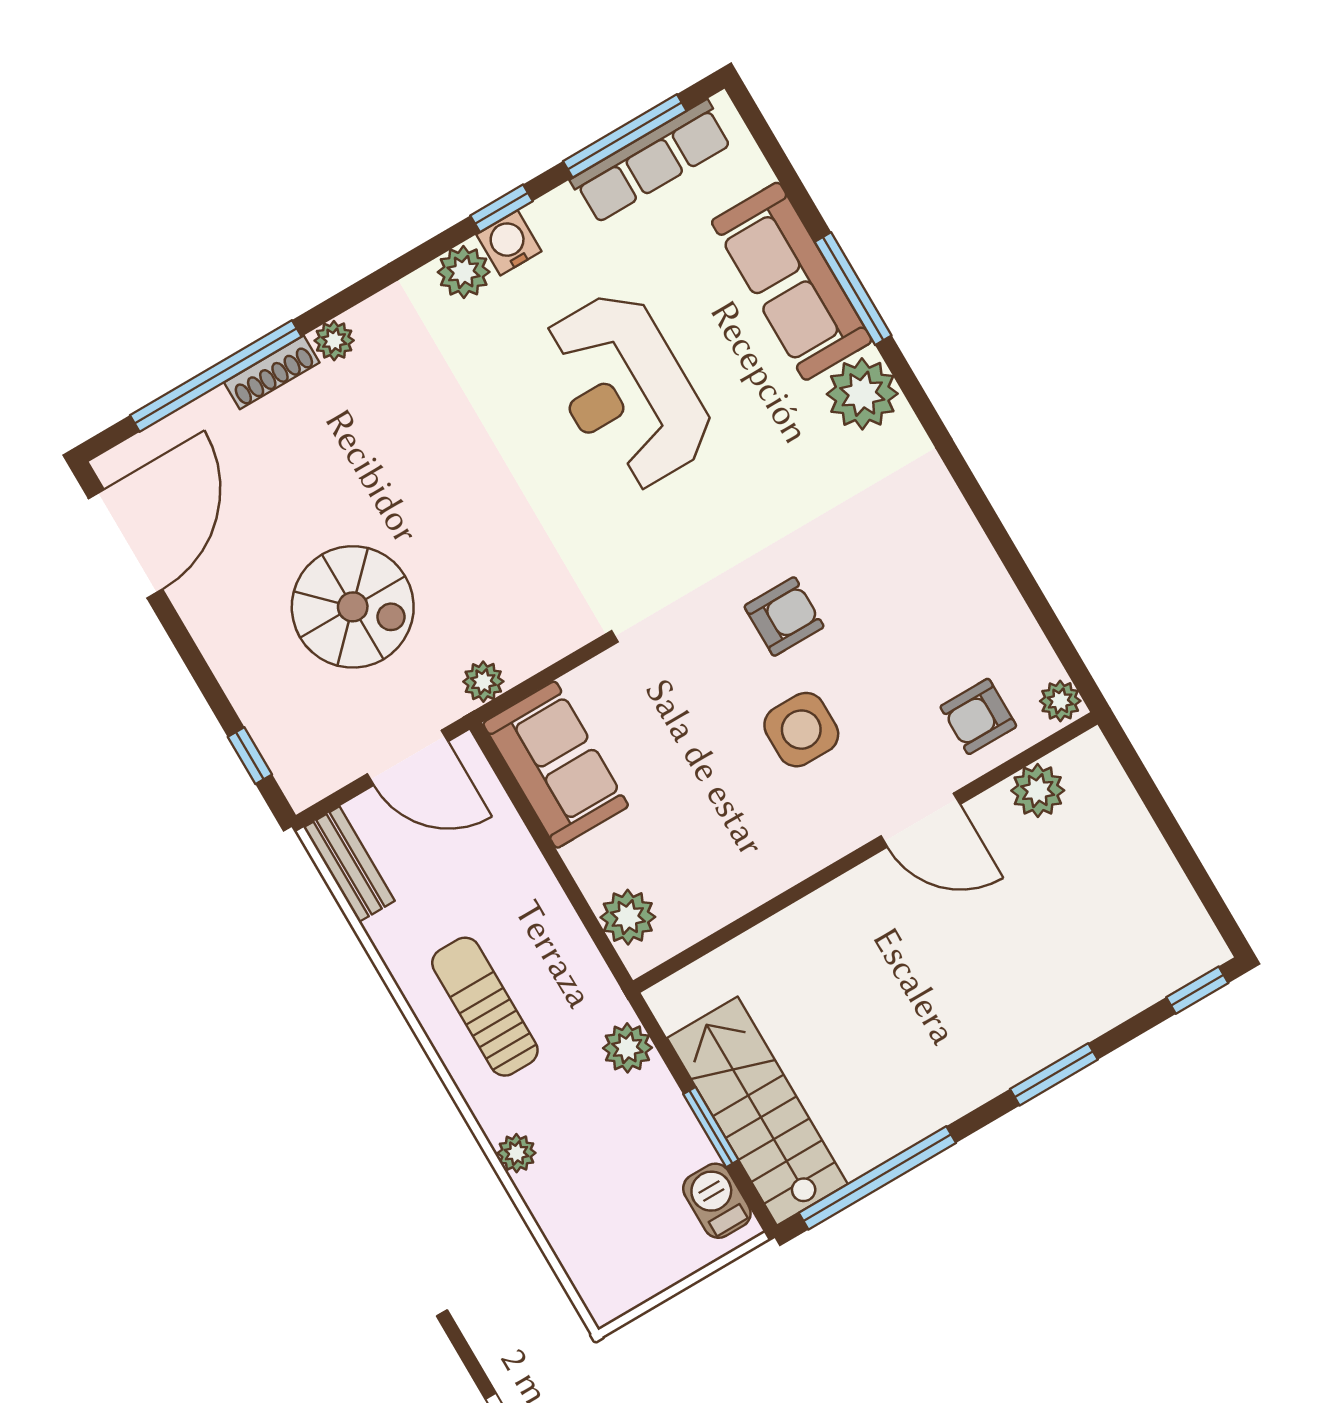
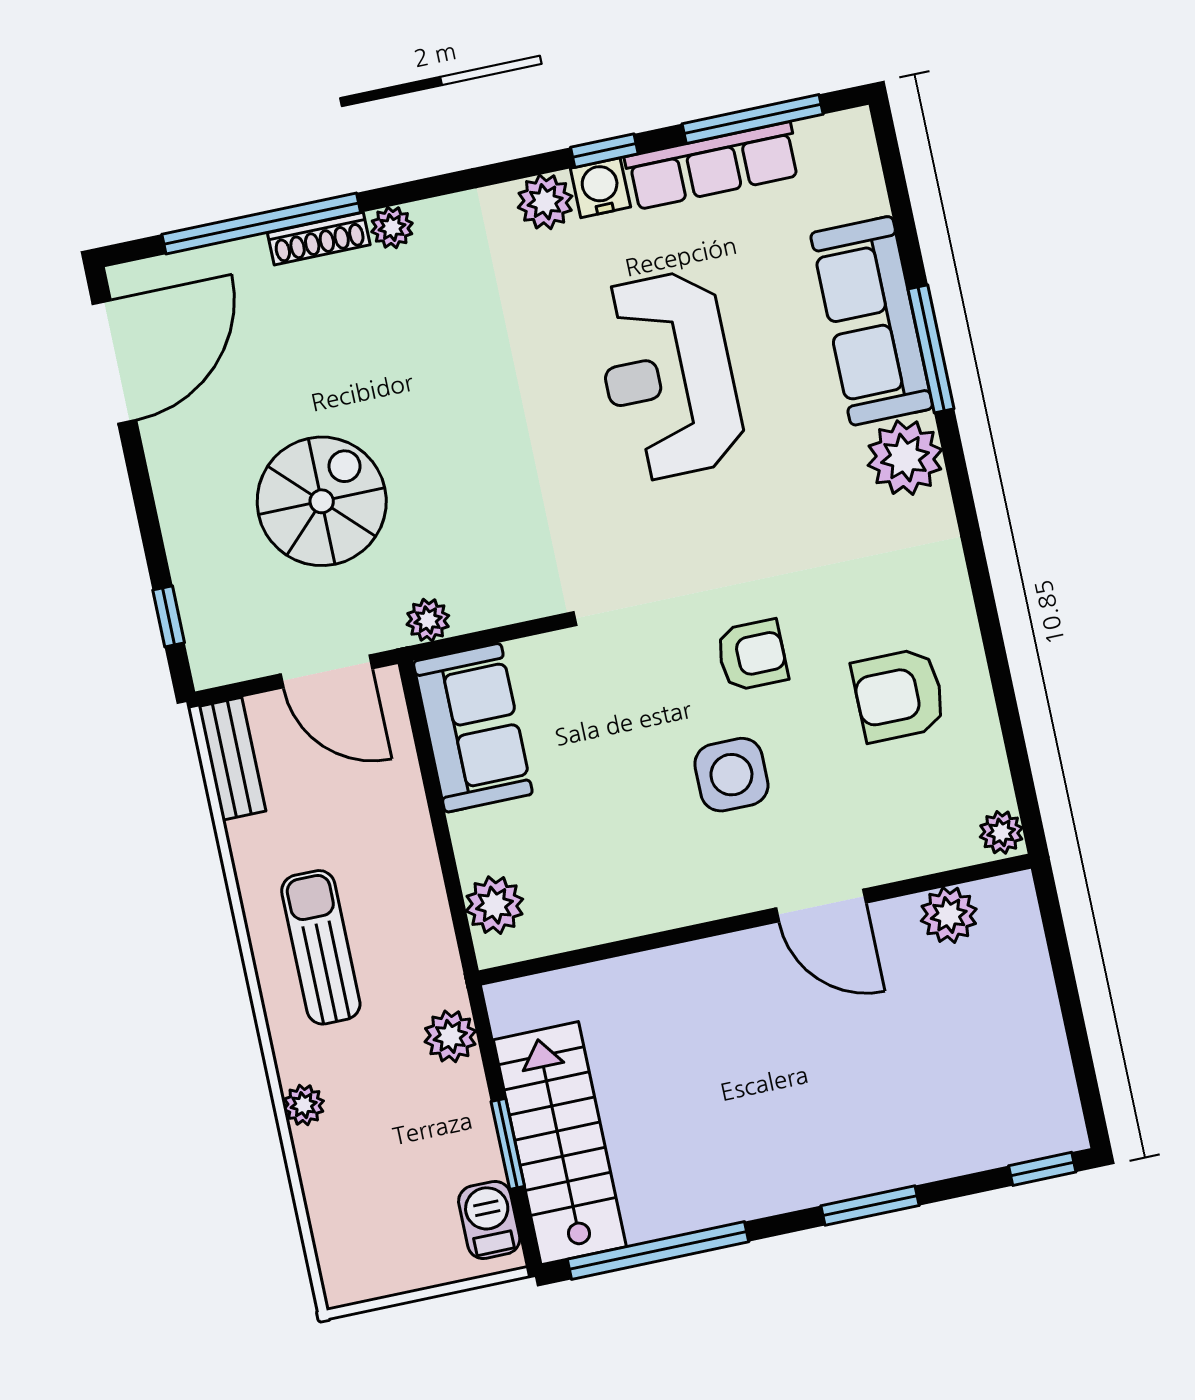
row of seats: (651, 162) -> (713, 166), moved
spiral stairs: (353, 607) -> (322, 501), turned -90
armchair: (978, 716) -> (899, 695), moved, width x1.38, depth x1.38

